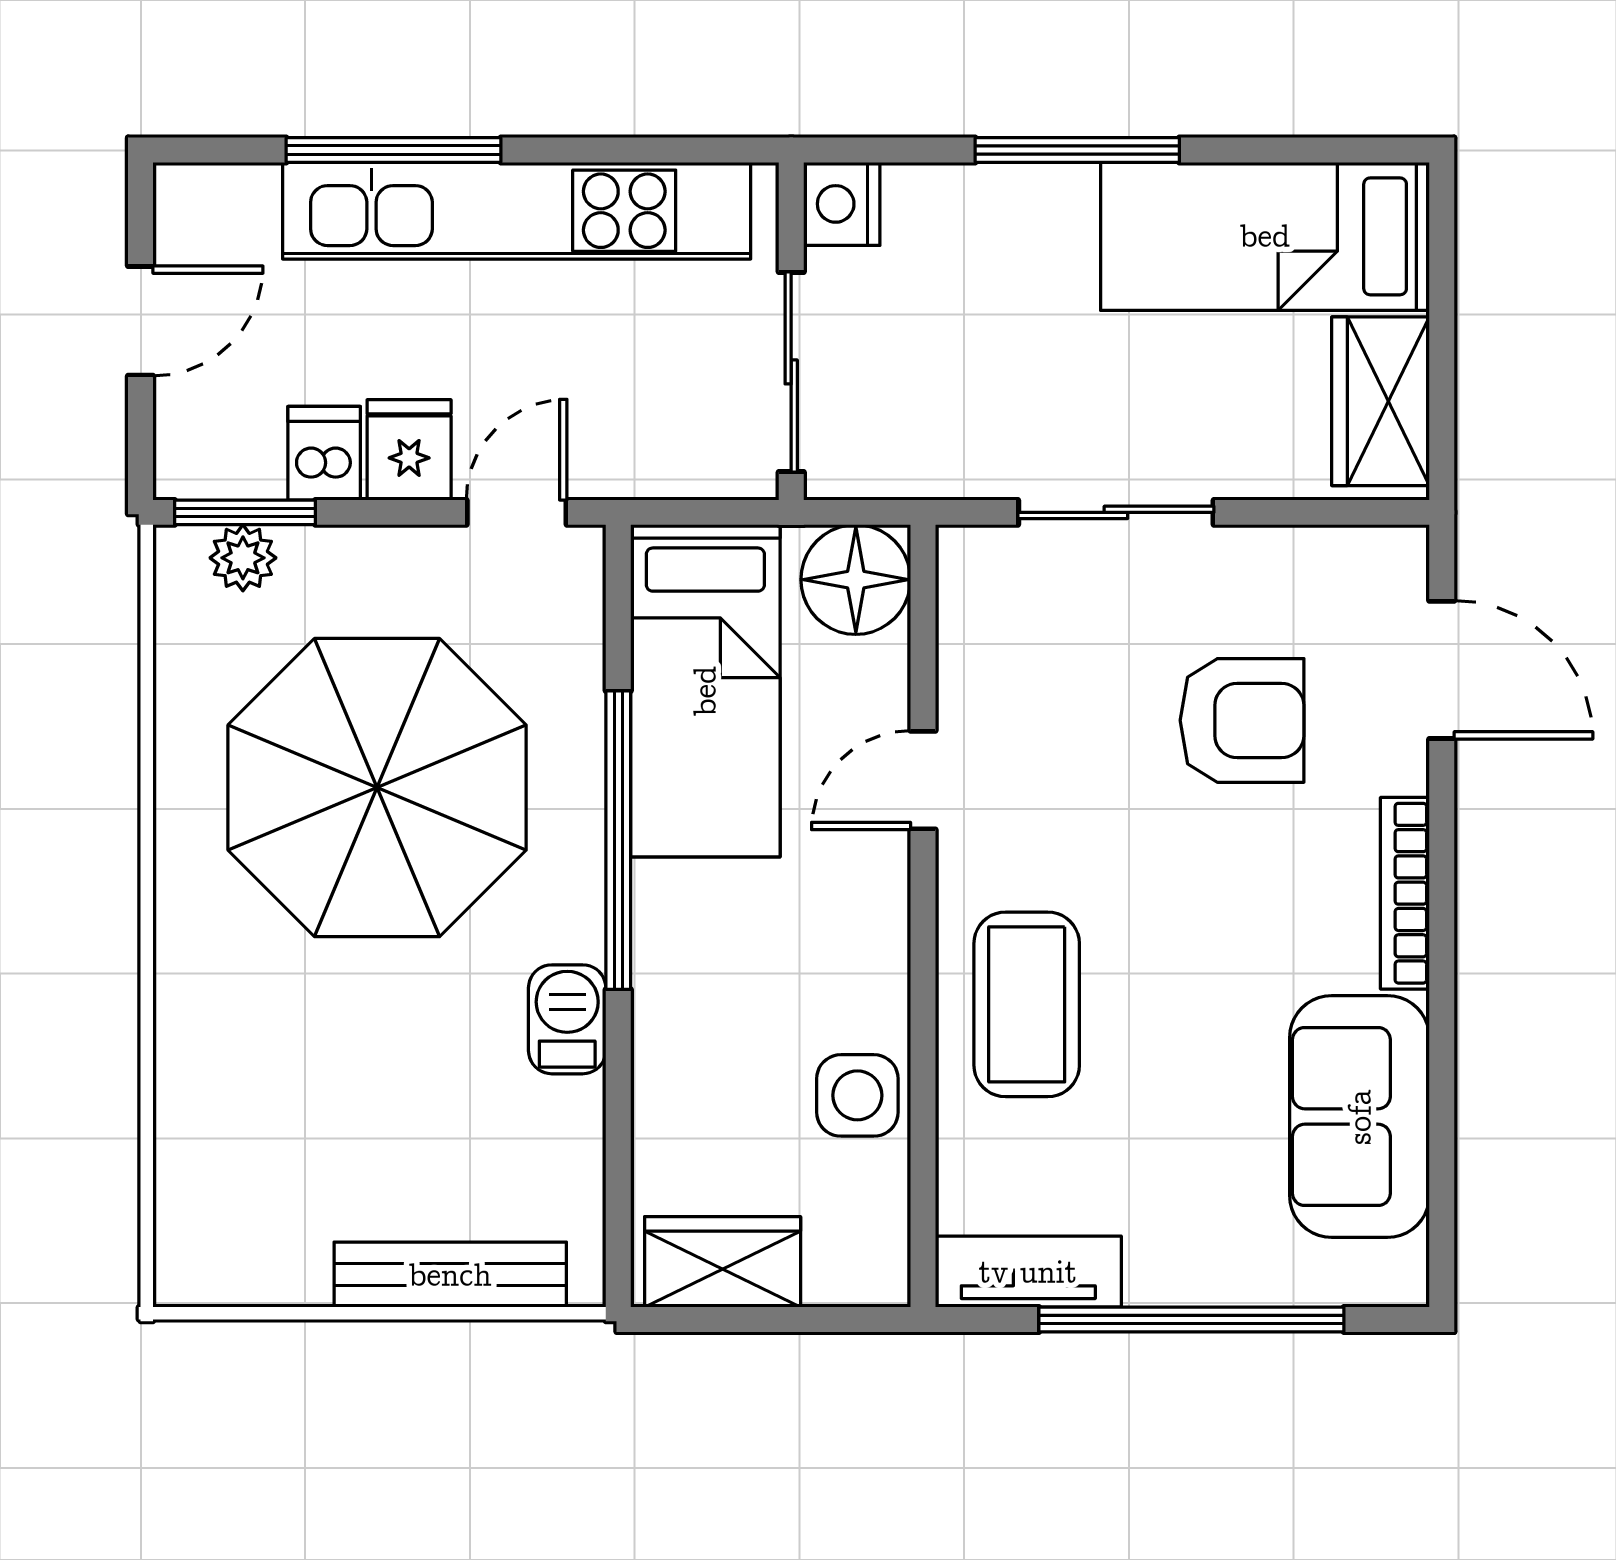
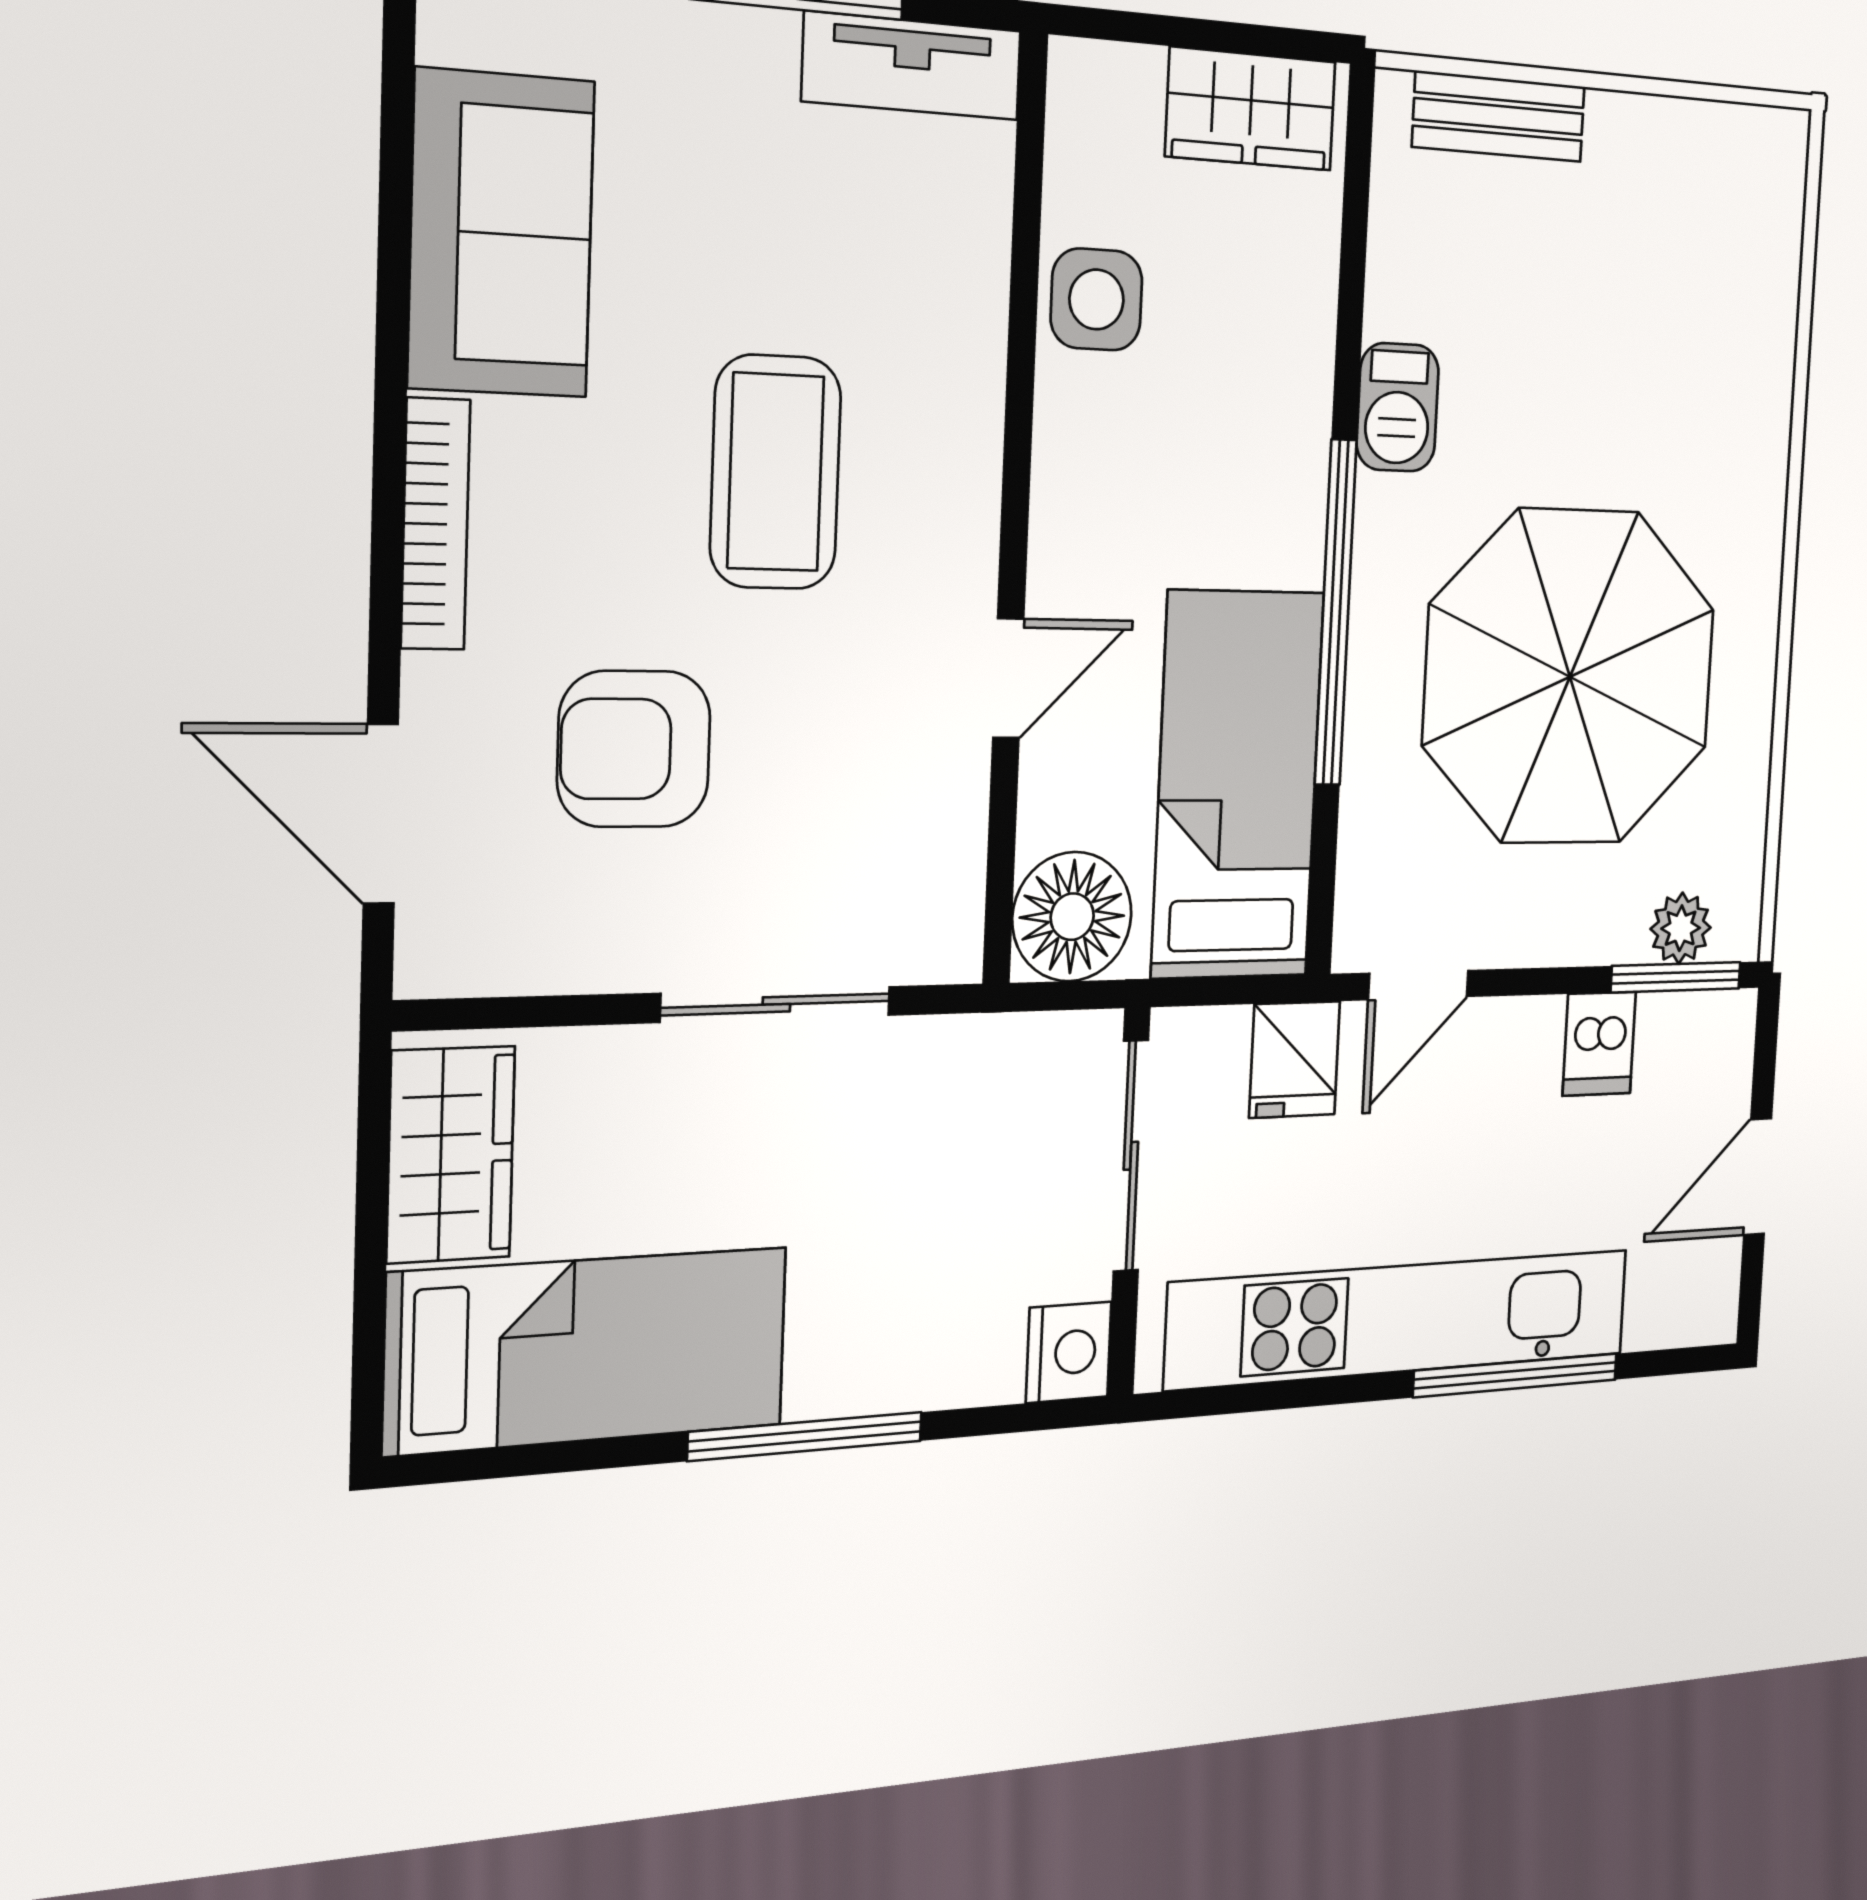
fridge: (409, 450) -> (1295, 1059), moved
coffee table: (1027, 1004) -> (776, 472), moved
bench: (450, 1275) -> (1499, 117), width x0.73

